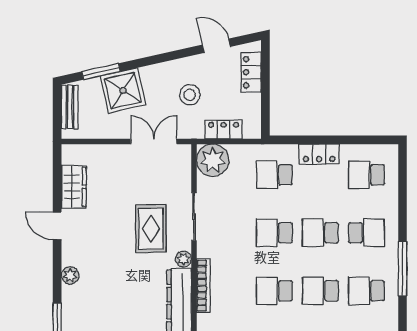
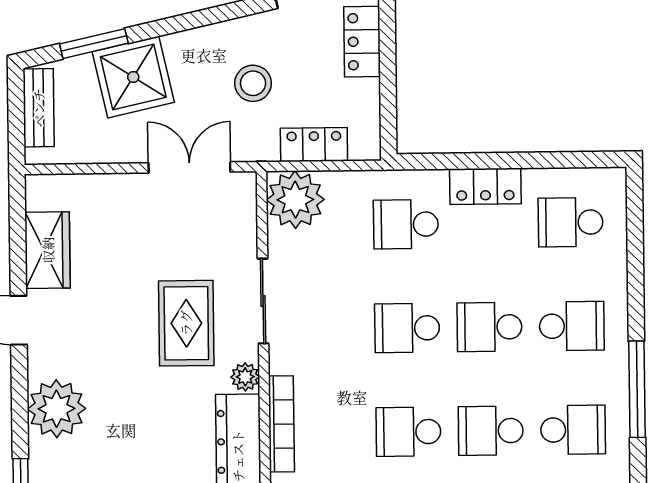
plant: (70, 276) -> (56, 409), width x1.87, depth x1.87
school desk: (367, 291) -> (573, 430), turned 180

